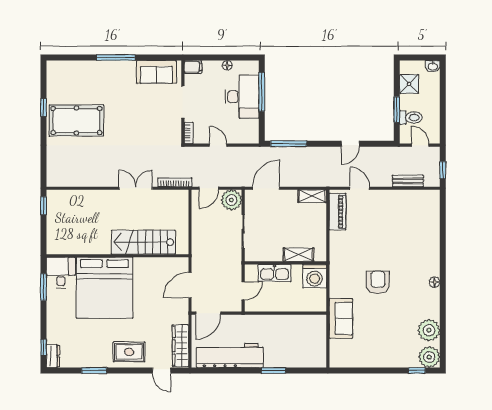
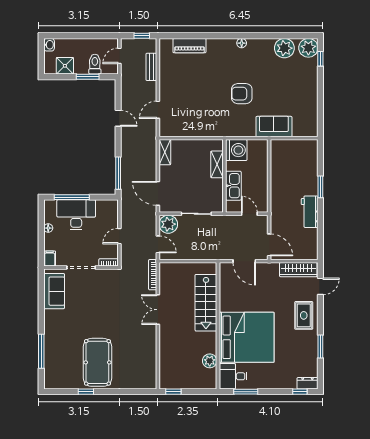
window: (116, 58) -> (41, 351), moved
piano: (338, 212) -> (189, 46), moved, turned 180
plant: (78, 246) -> (210, 361), added
workbench: (230, 356) -> (310, 212), width x0.53, depth x0.76

